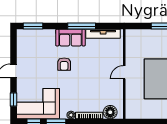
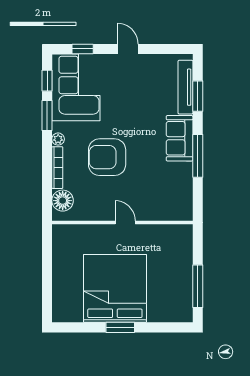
window: (33, 26) -> (198, 96), moved
tv unit: (103, 34) -> (185, 87), moved
armchair: (64, 64) -> (107, 157), moved, width x1.88, depth x1.88

